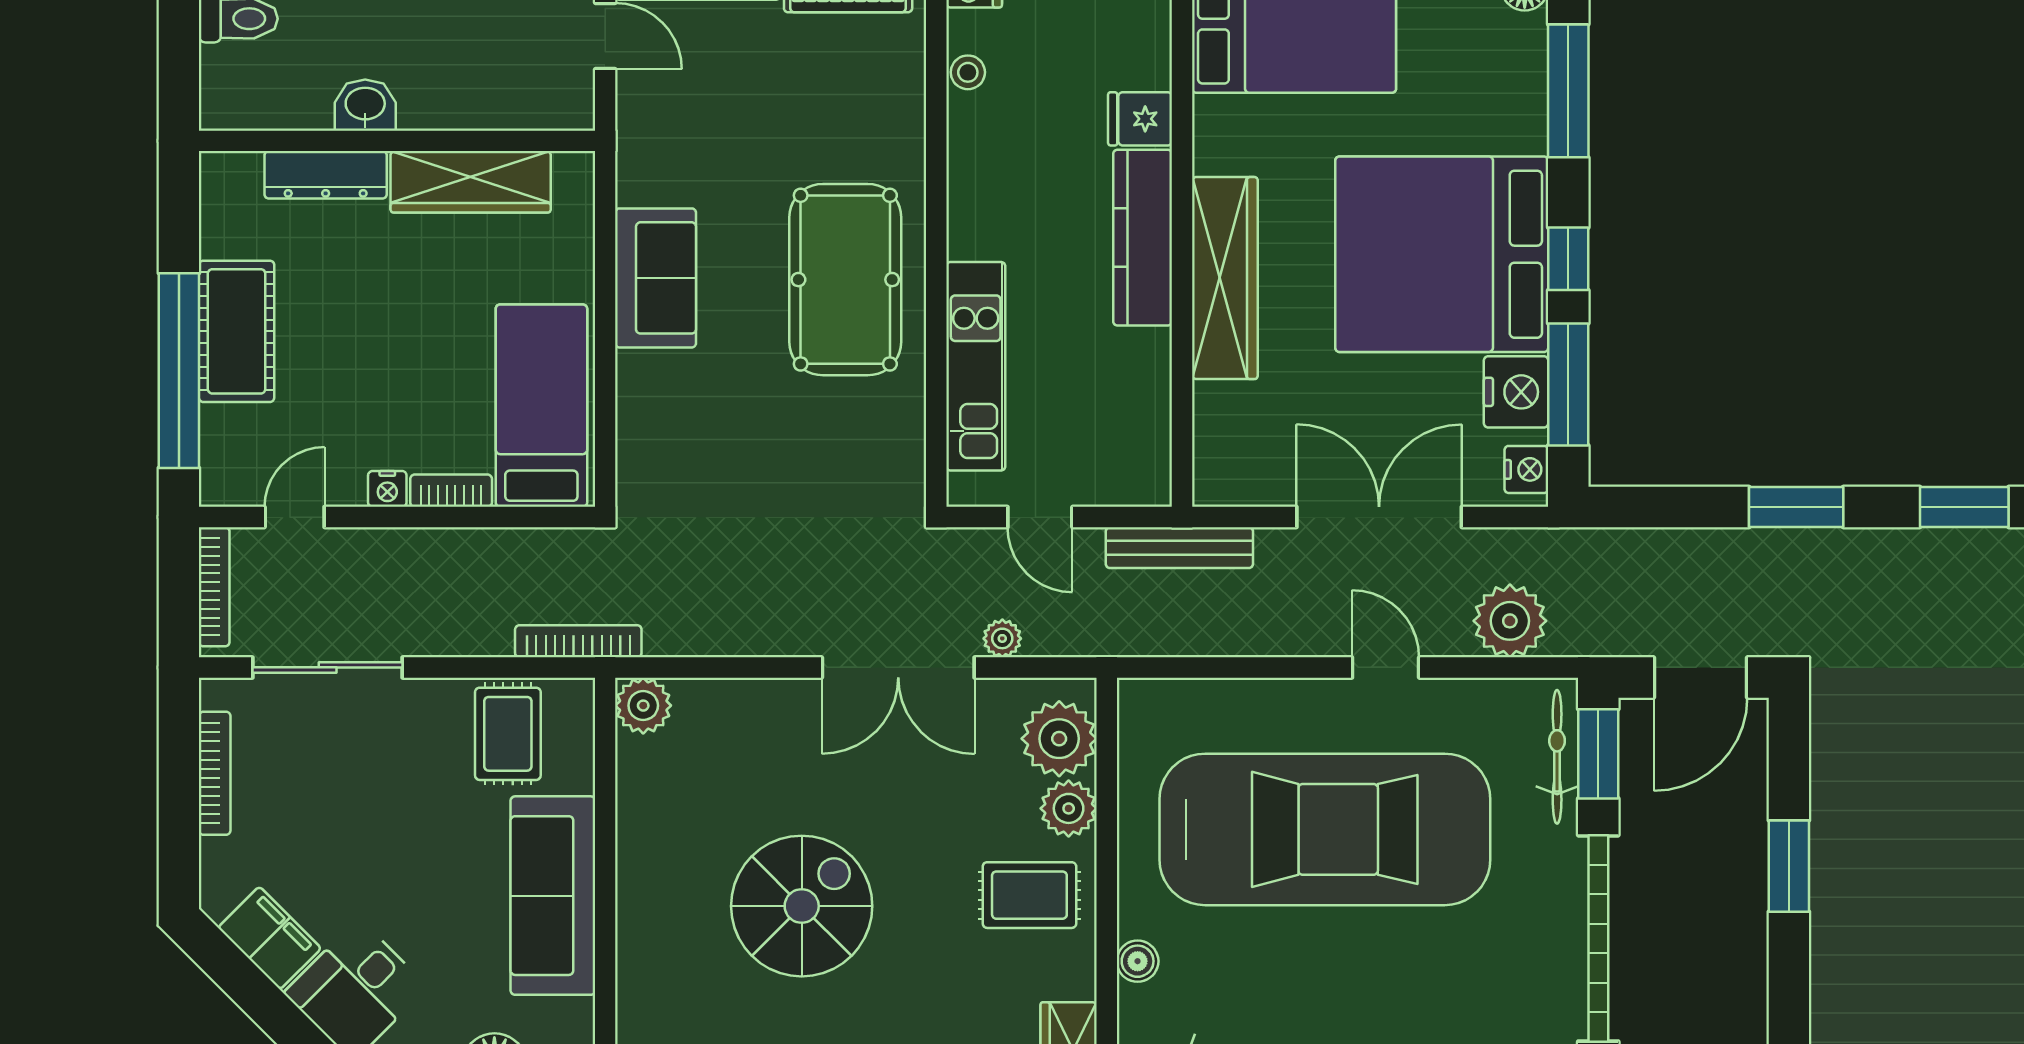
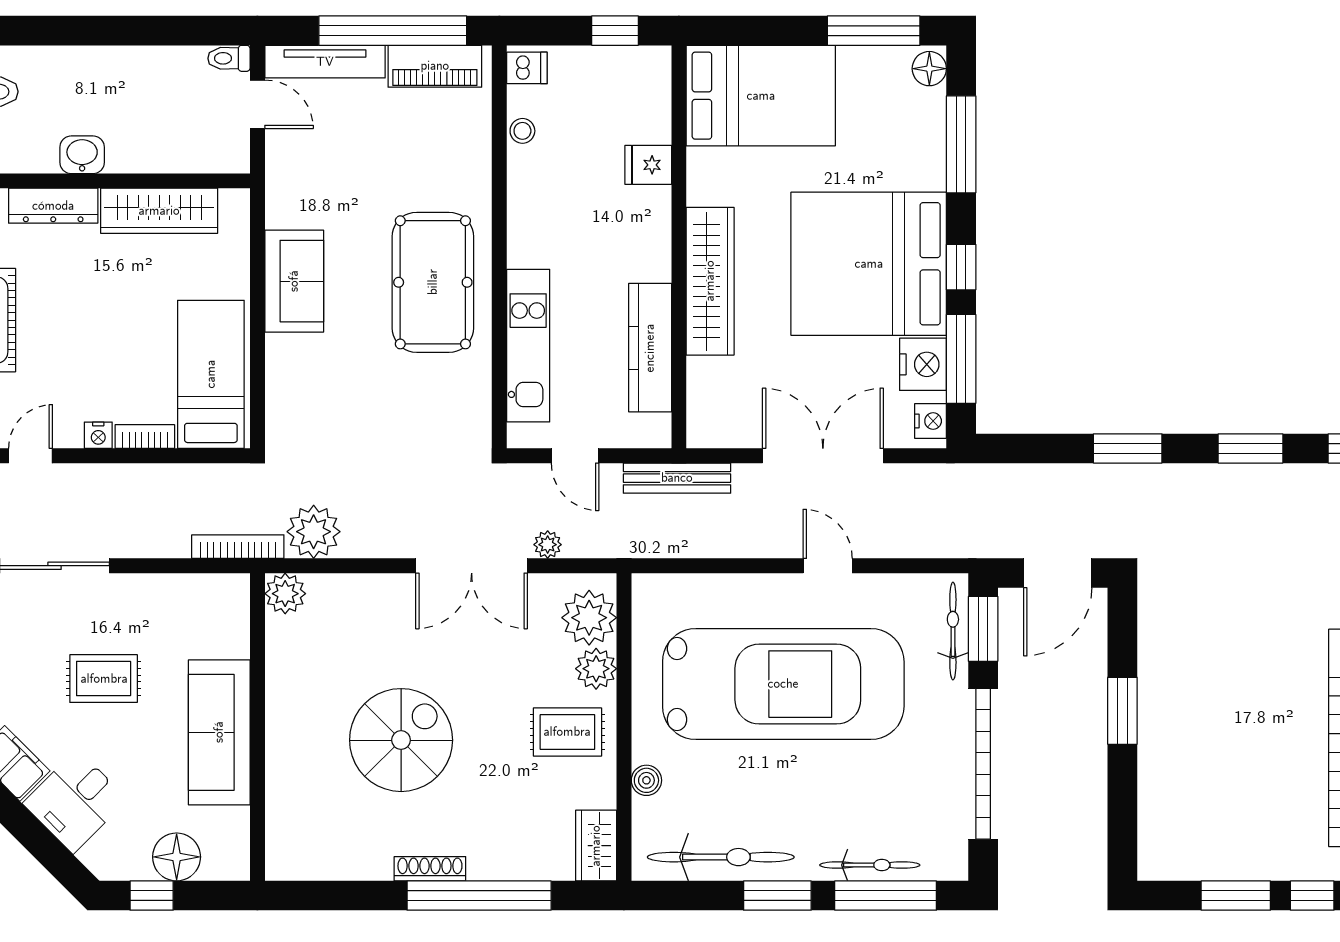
kitchen counter: (1143, 238) -> (650, 348), moved
plant: (1510, 621) -> (314, 532), moved
rug: (508, 734) -> (104, 679), moved, turned 90

